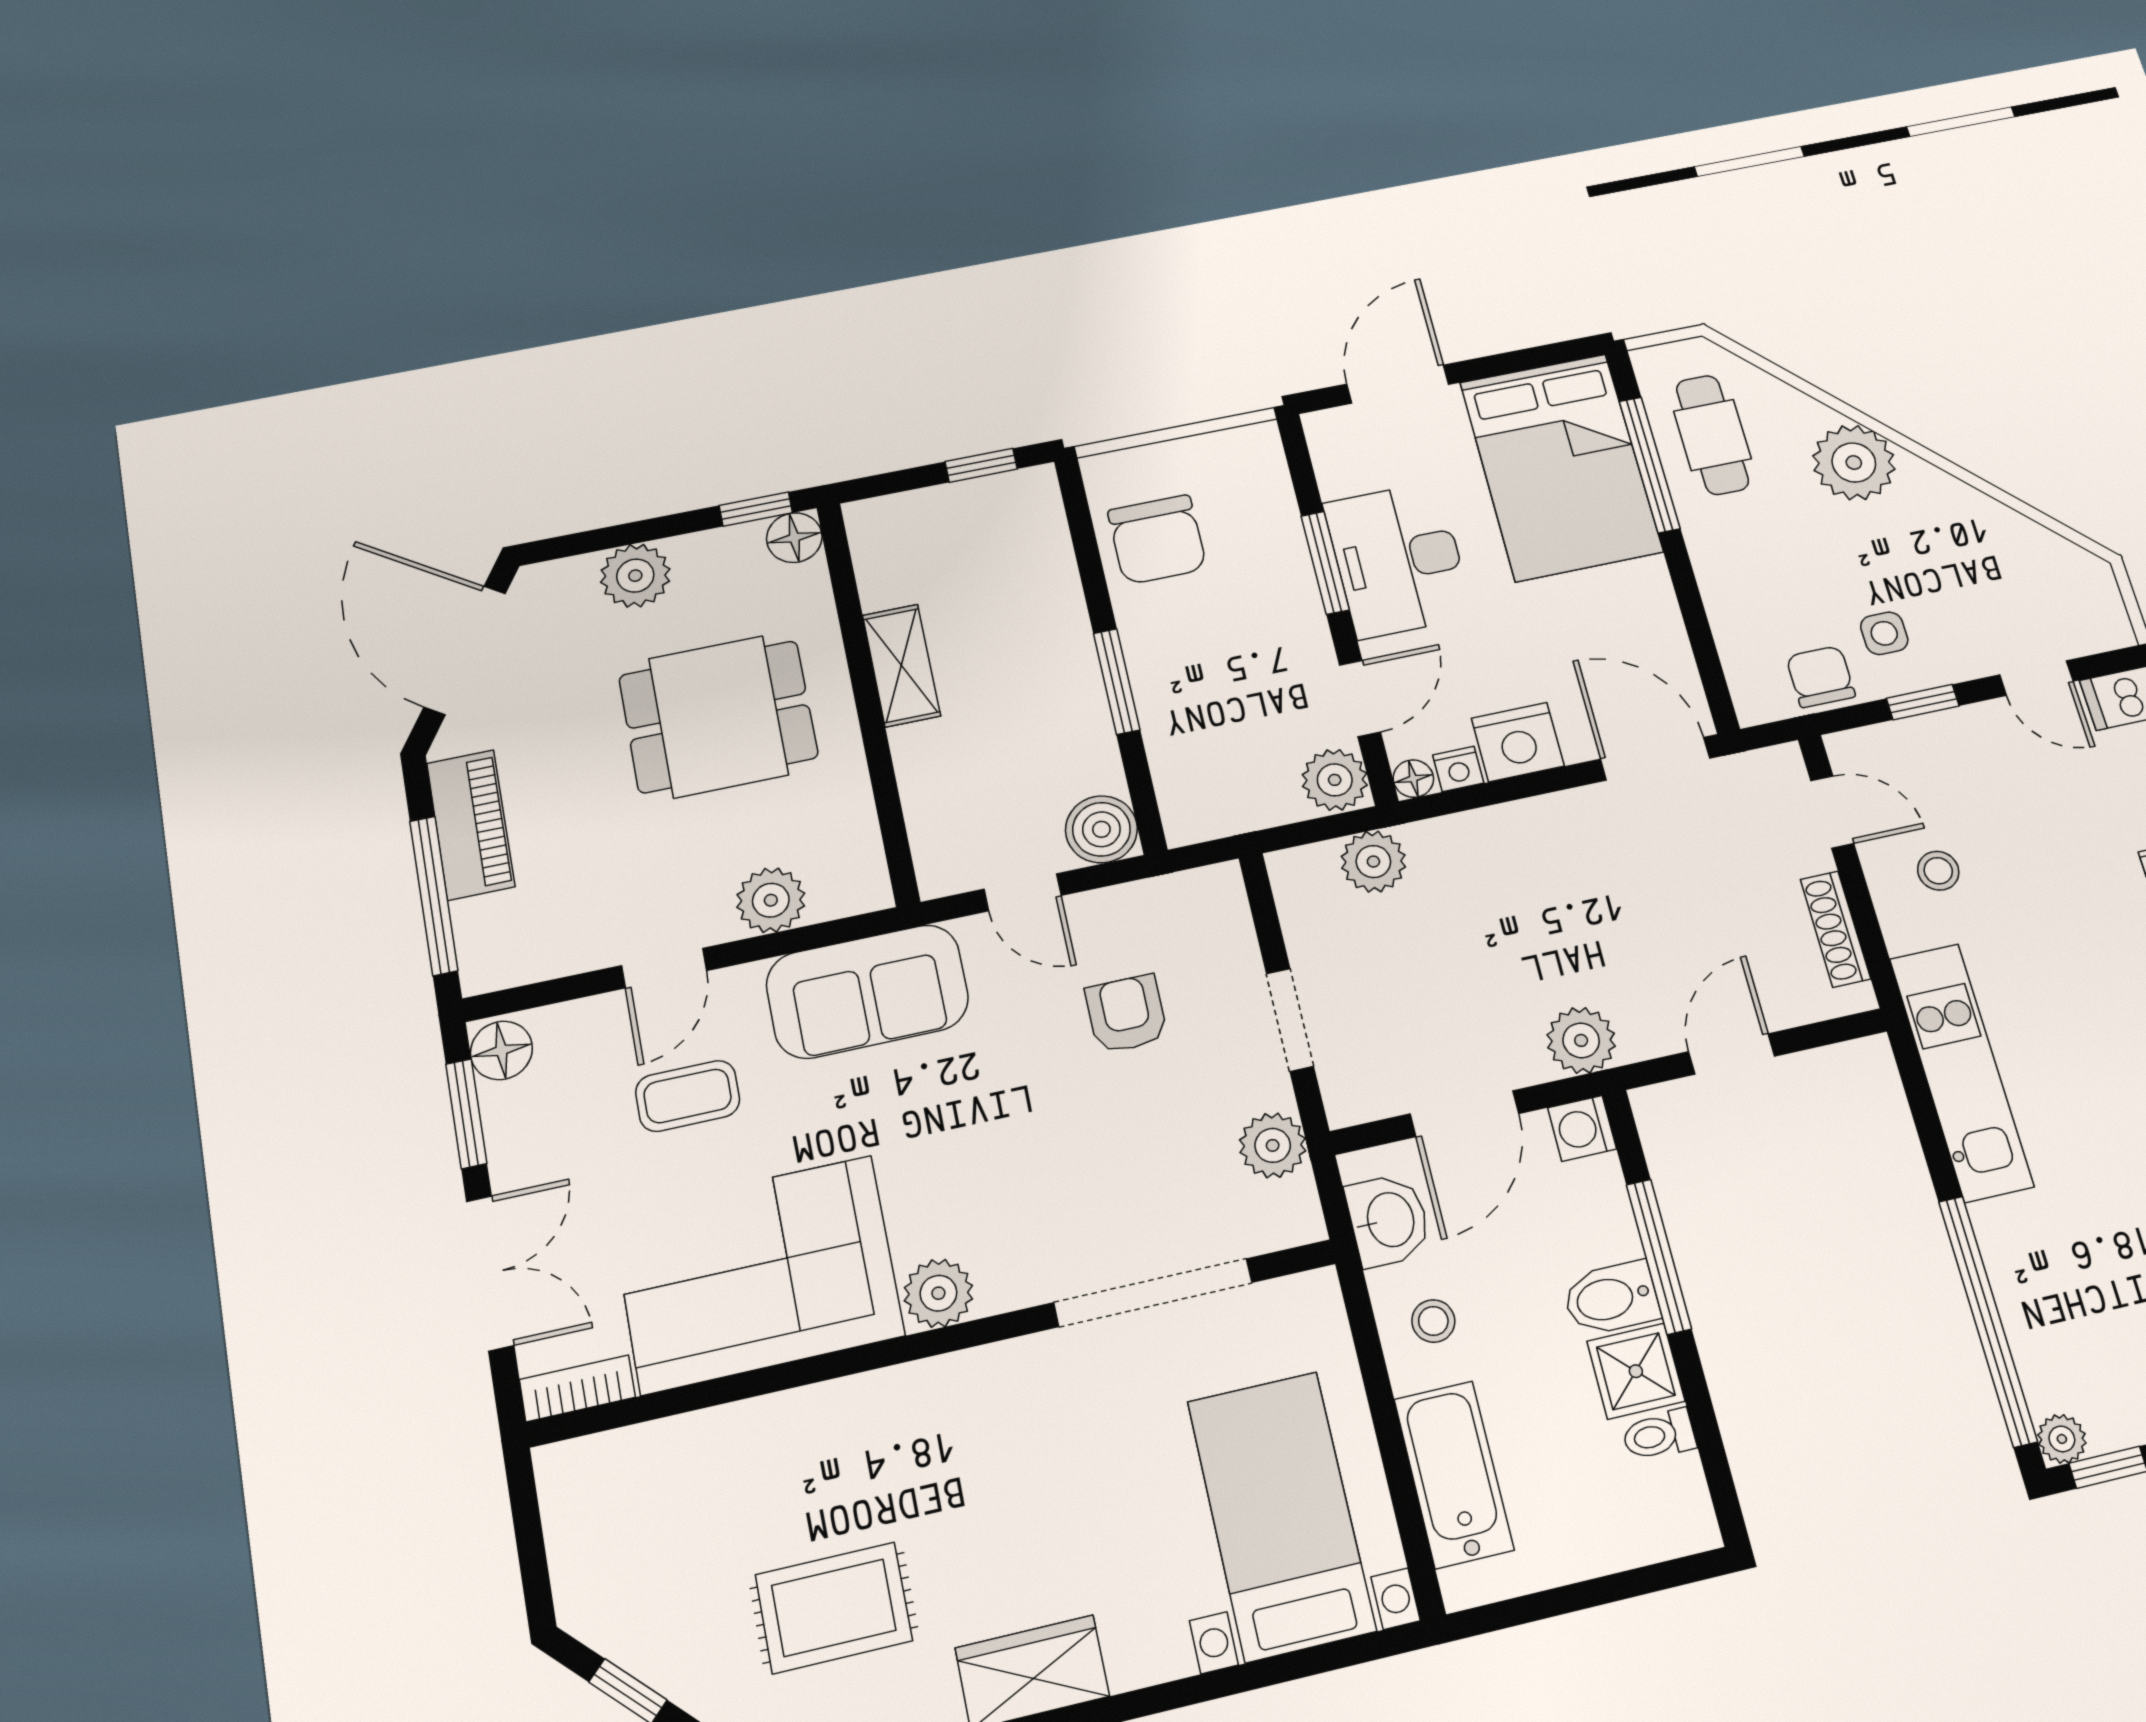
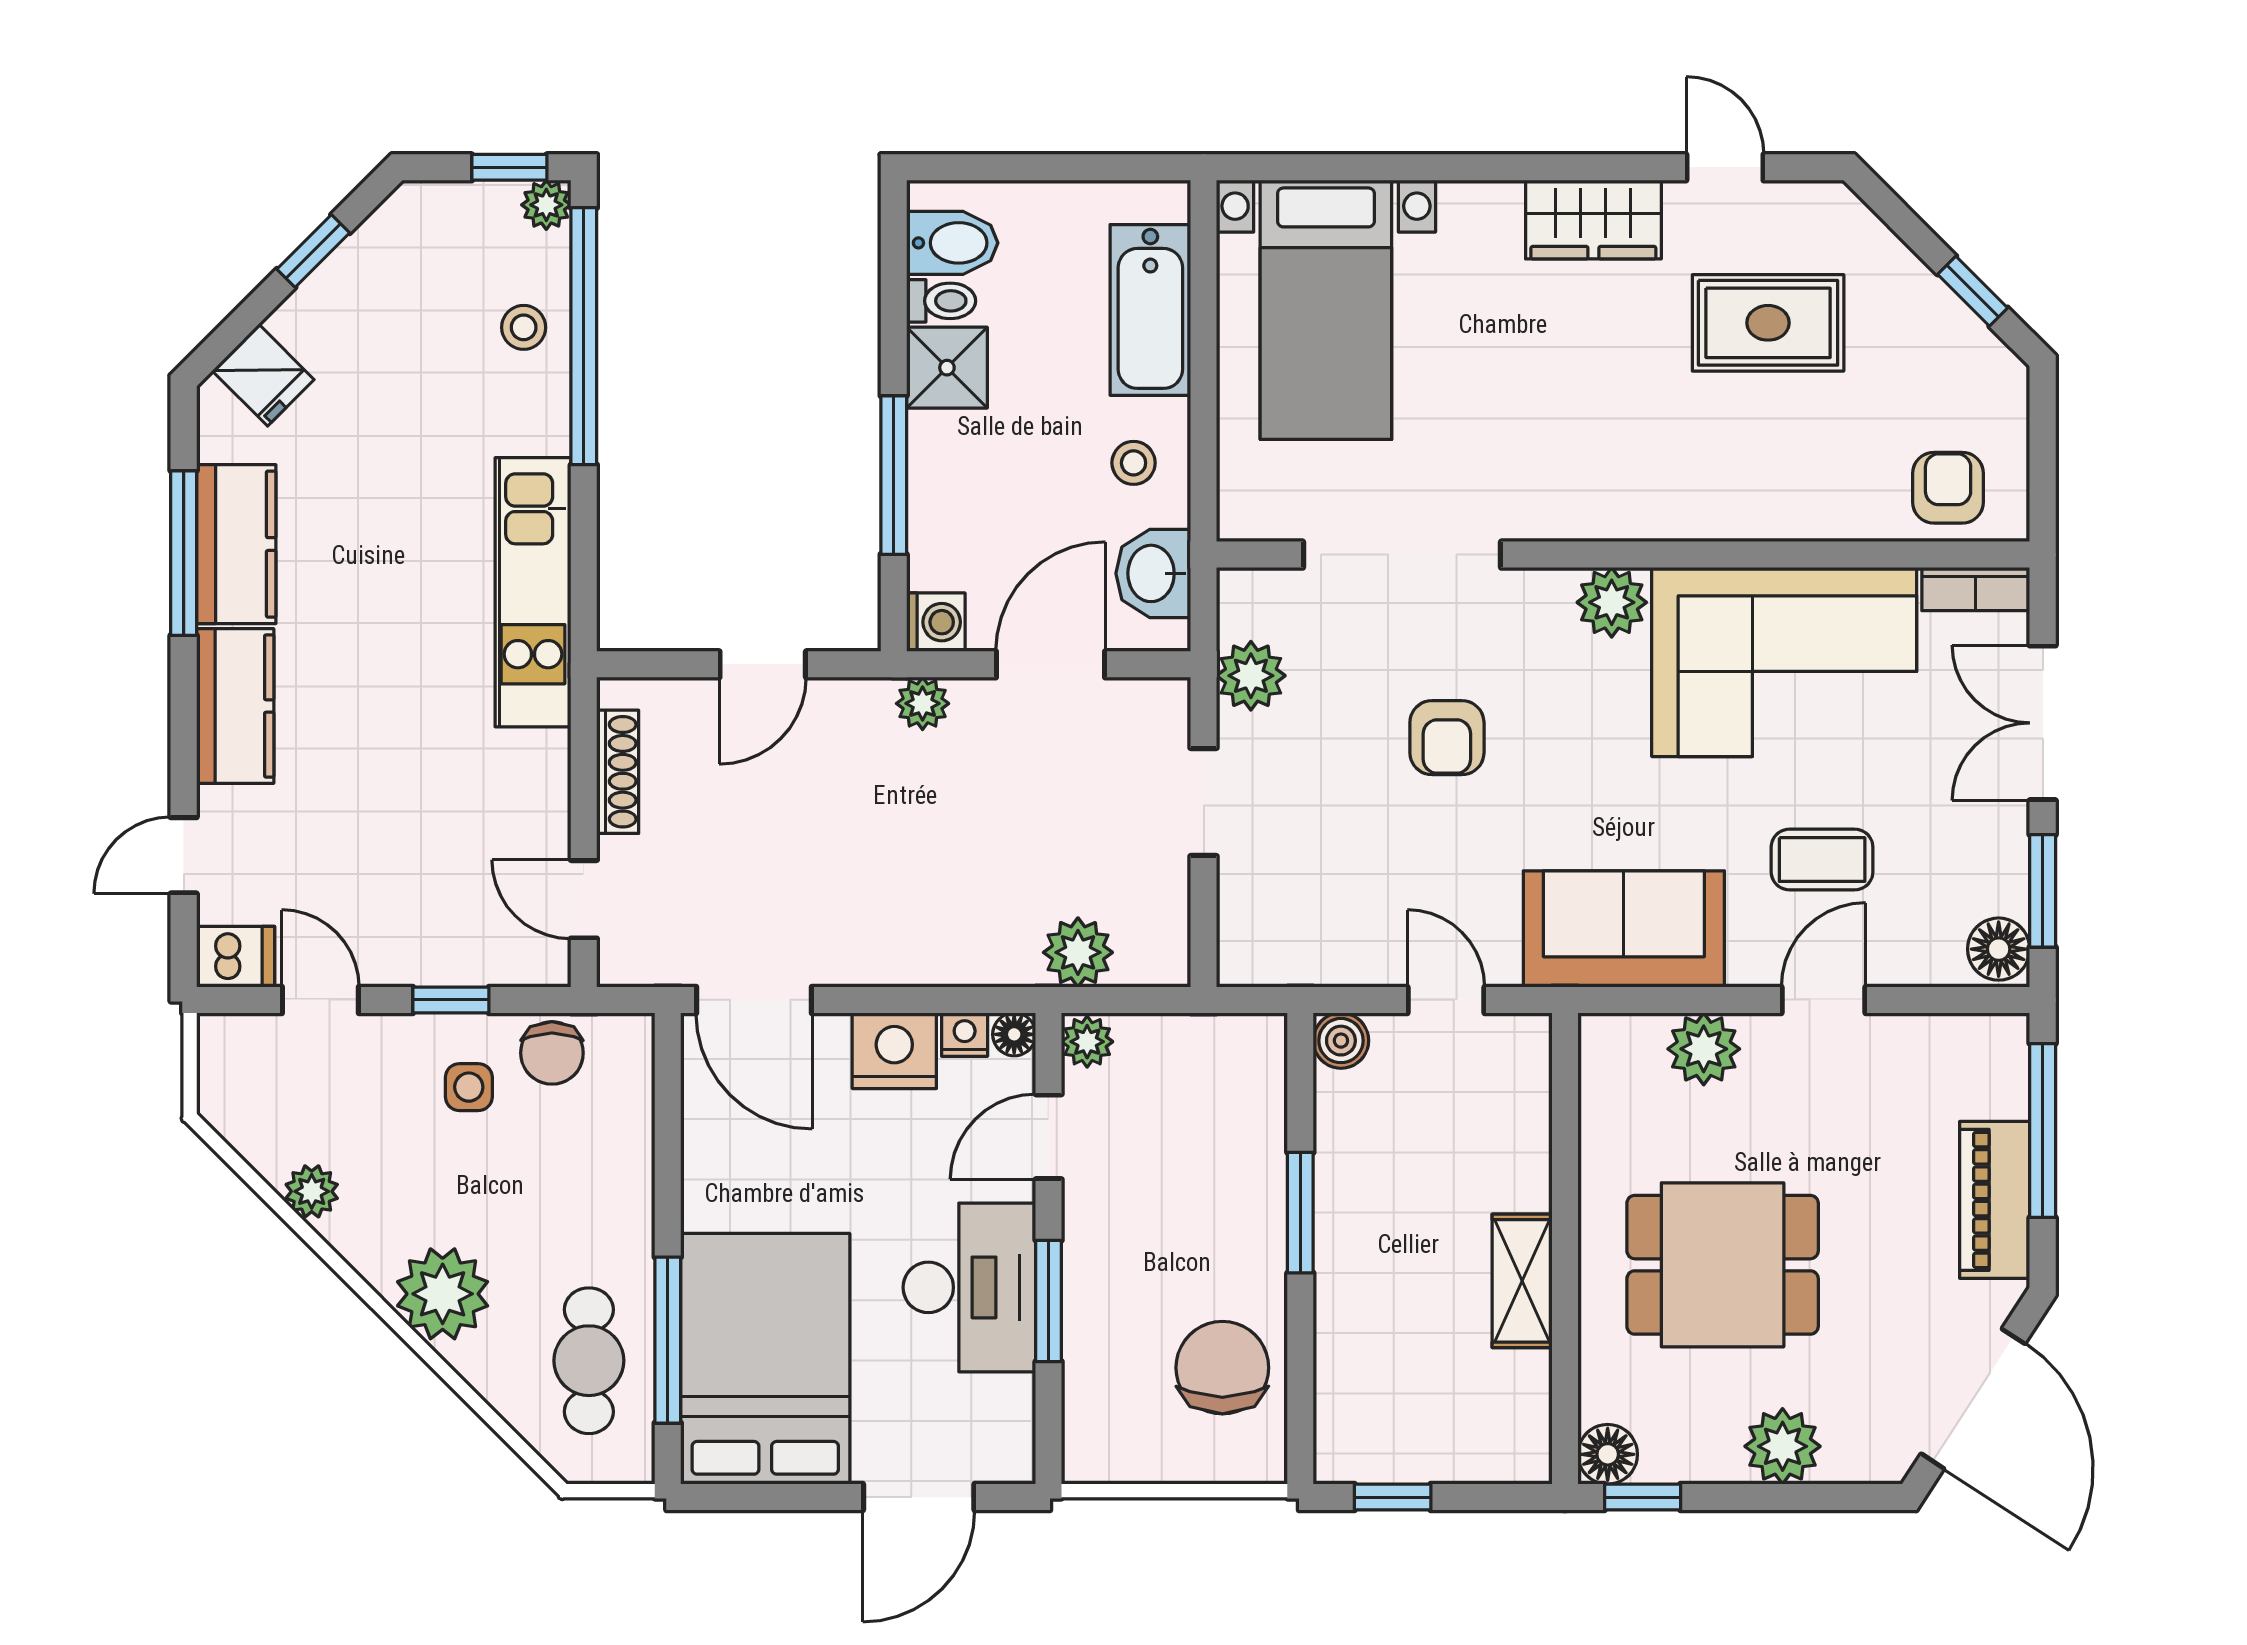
plant: (1992, 521) -> (312, 1191), added
plant: (1335, 780) -> (1087, 1042), width x0.73, depth x0.73
boiler: (1101, 829) -> (1341, 1041), width x0.73, depth x0.73
stool: (1938, 871) -> (524, 327), moved
armchair: (1126, 1014) -> (1447, 738), moved
plant: (1581, 1040) -> (923, 703), width x0.73, depth x0.73
bidet: (1611, 1298) -> (952, 243), moved
armchair: (621, 1483) -> (1948, 488), added

